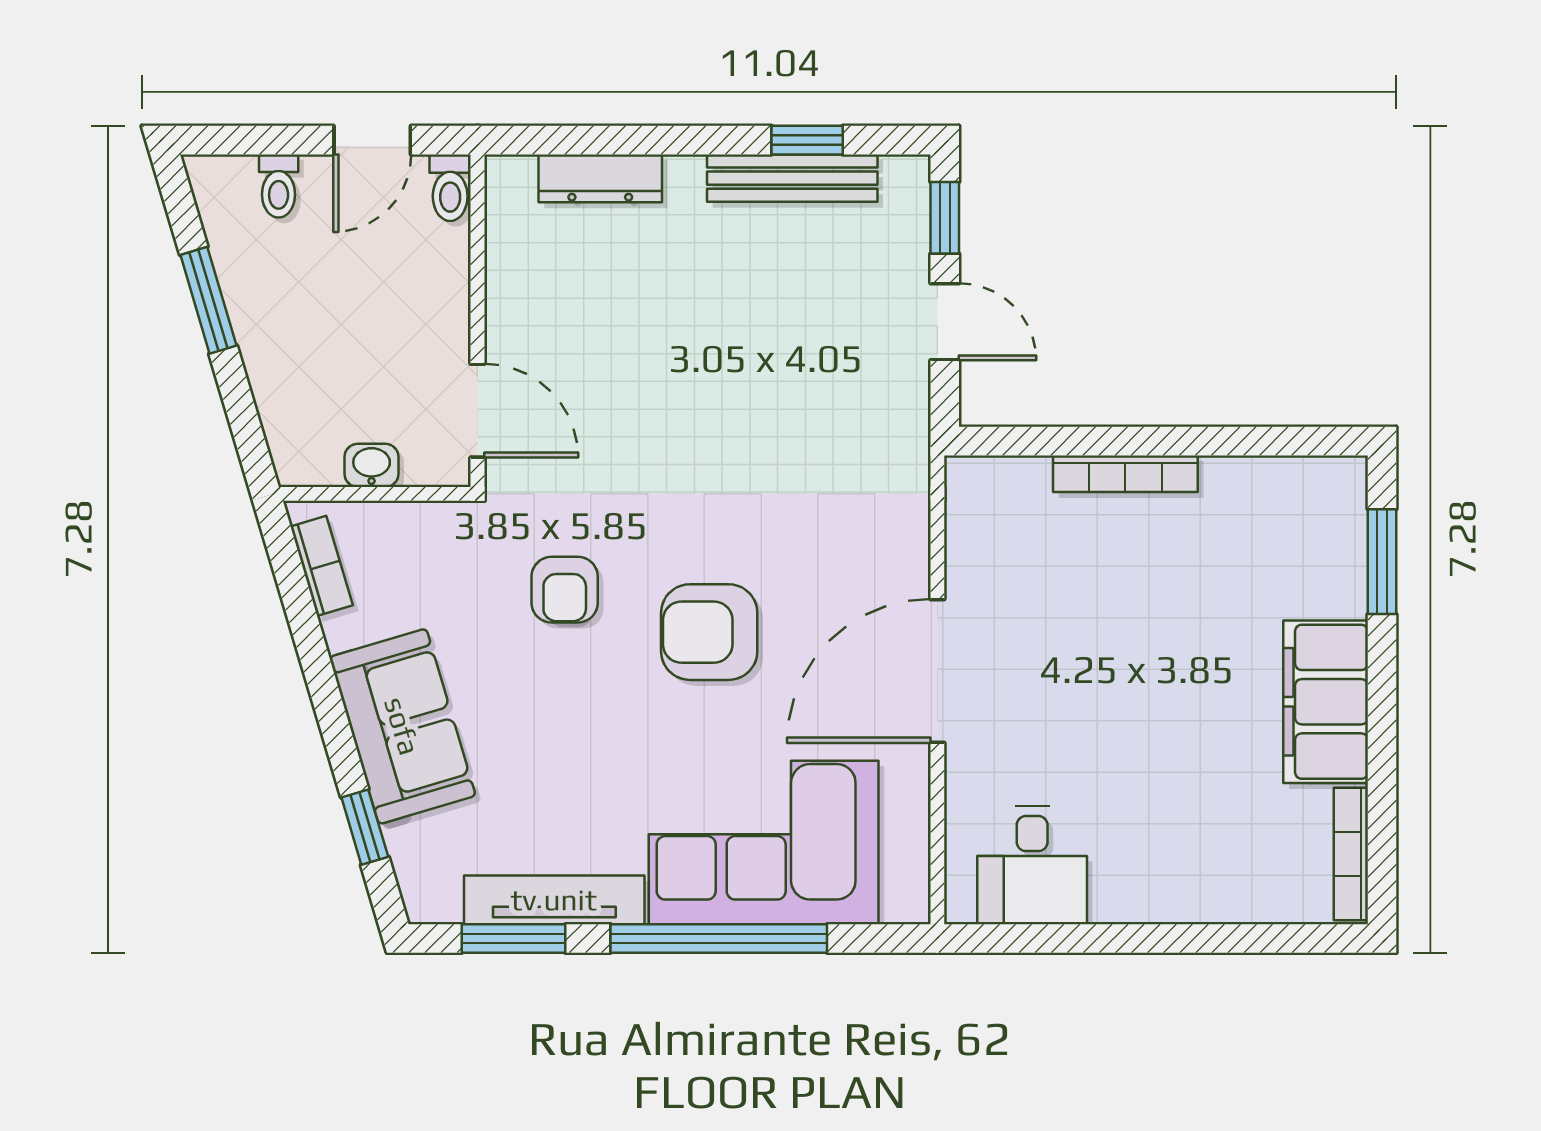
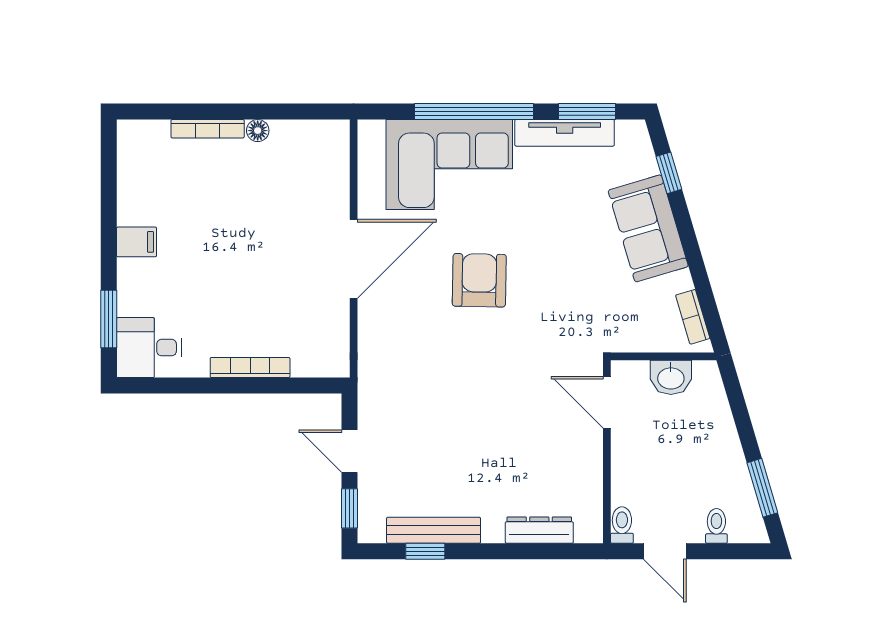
door: (372, 140) -> (665, 551), swing flipped
window: (208, 300) -> (762, 488), moved
washbasin: (372, 465) -> (671, 377), width x1.38, depth x1.45
armchair: (565, 590) -> (559, 304), removed
armchair: (709, 632) -> (479, 280), turned -89
filing cabinet: (1326, 702) -> (137, 242), width x0.33, depth x0.86
bookcase: (1351, 854) -> (208, 129), moved, turned 90
desk: (1032, 865) -> (149, 348), moved, turned -90
floor lamp: (1112, 904) -> (258, 131), added

